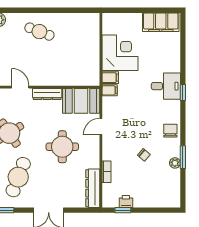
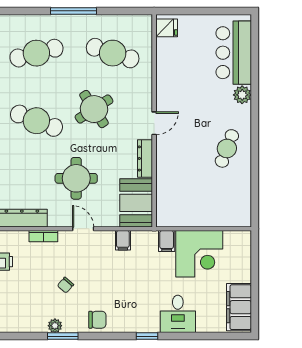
desk: (166, 86) -> (178, 314), moved
filing cabinet: (110, 90) -> (123, 240), moved
door: (101, 127) -> (83, 229), moved

